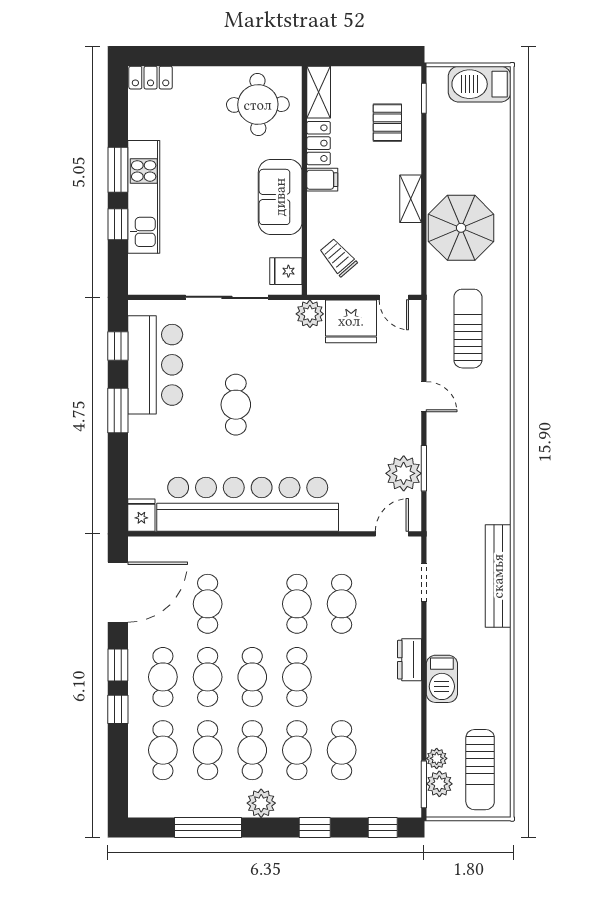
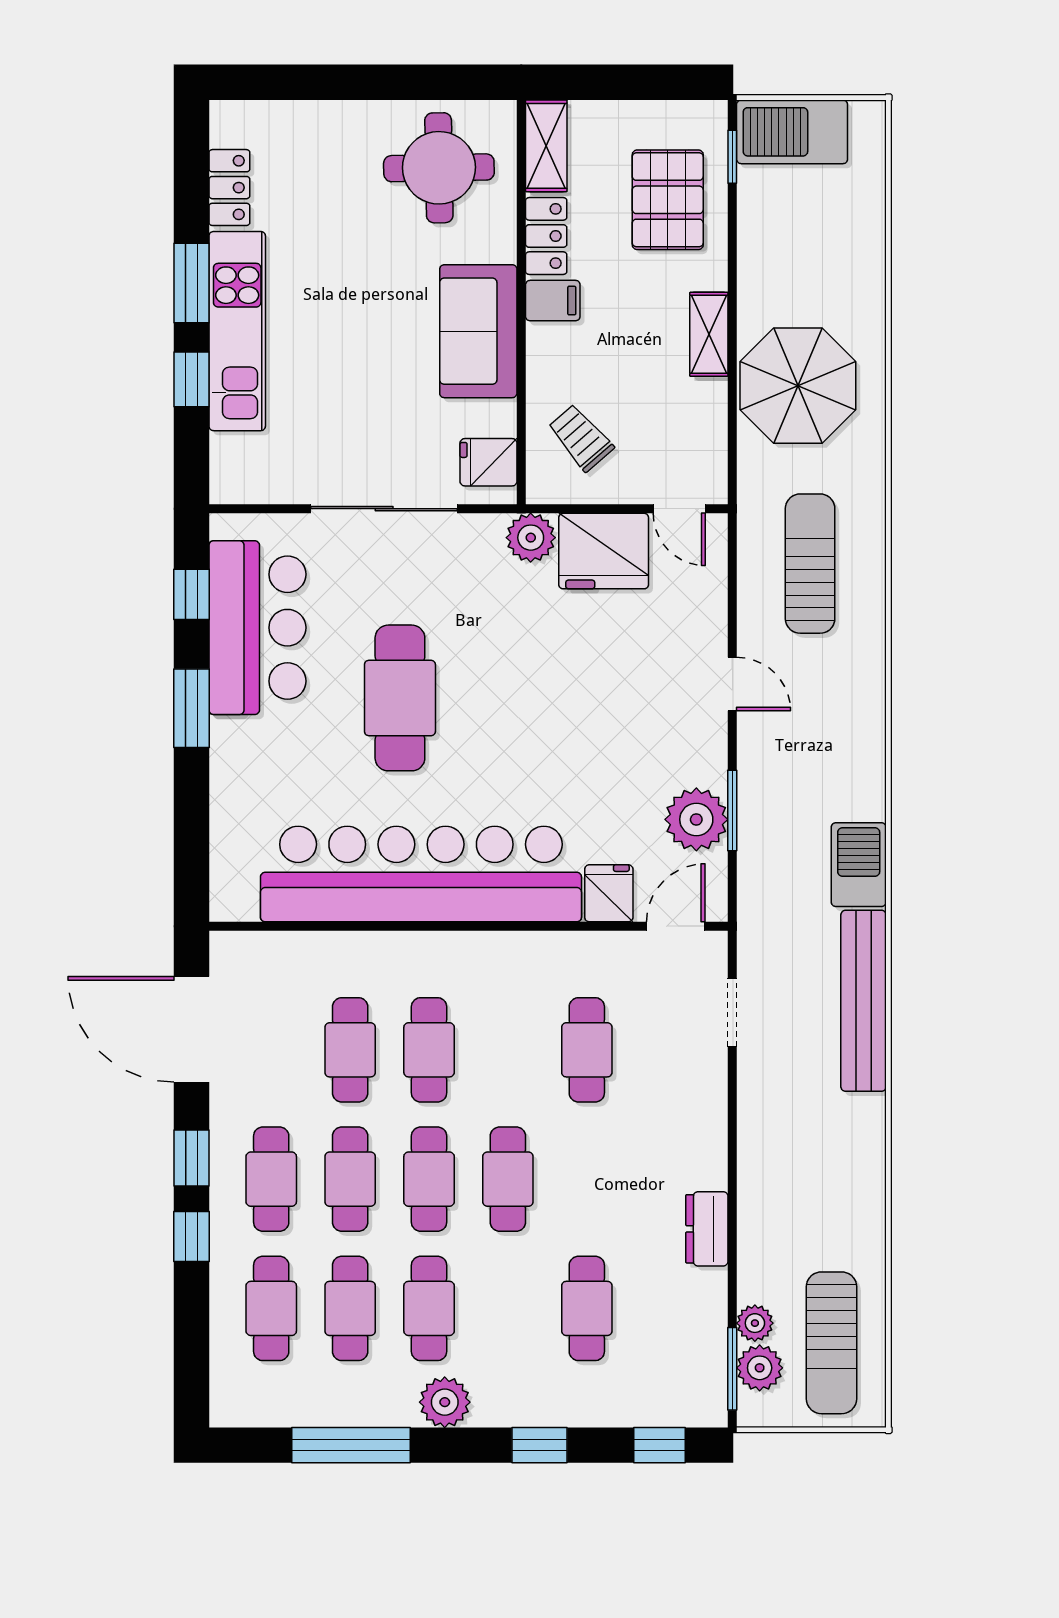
locker: (151, 78) -> (229, 188), moved, turned -90
barbecue: (480, 84) -> (792, 132), moved
pallet: (387, 123) -> (668, 200), width x1.50, depth x1.42
cafe table: (236, 405) -> (400, 698), width x1.37, depth x1.35
fridge: (141, 515) -> (609, 893), moved
door: (118, 592) -> (191, 1029), swing flipped
cafe table: (297, 604) -> (429, 1050), moved
dresser: (410, 660) -> (707, 1229), moved
barbecue: (442, 679) -> (859, 865), moved, turned 180
cafe table: (297, 750) -> (508, 1308), removed

